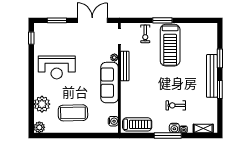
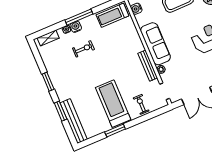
window: (162, 20) -> (115, 130), moved
bench: (212, 76) -> (74, 121), moved

